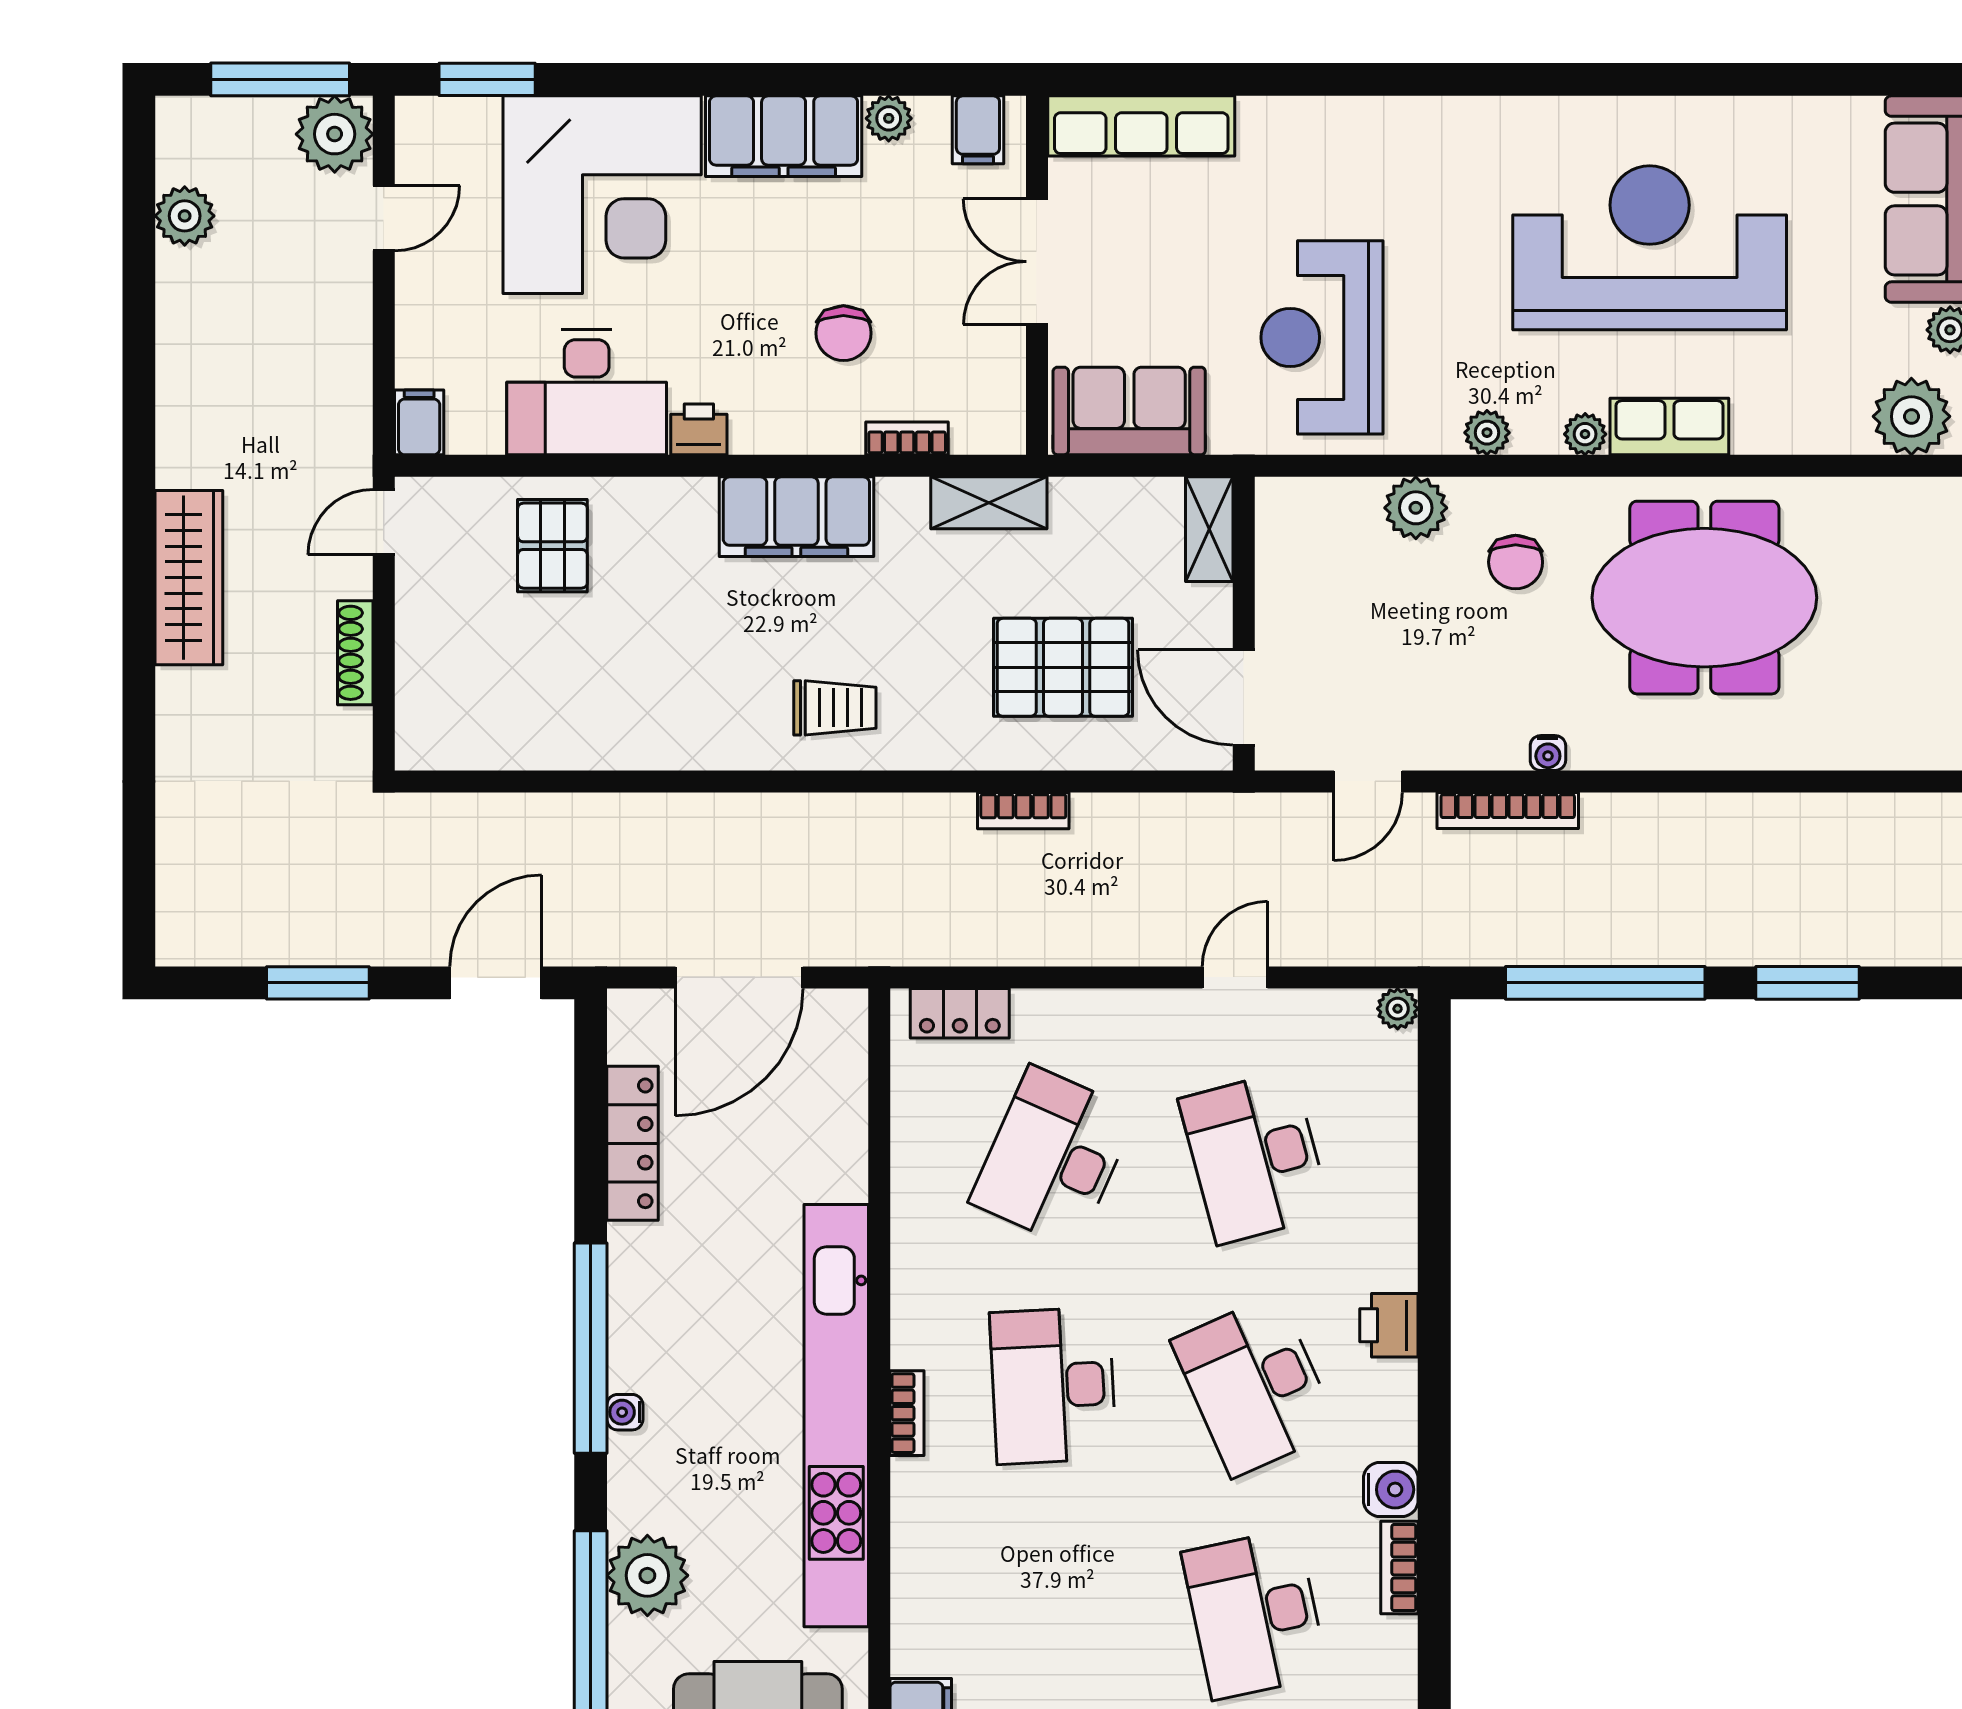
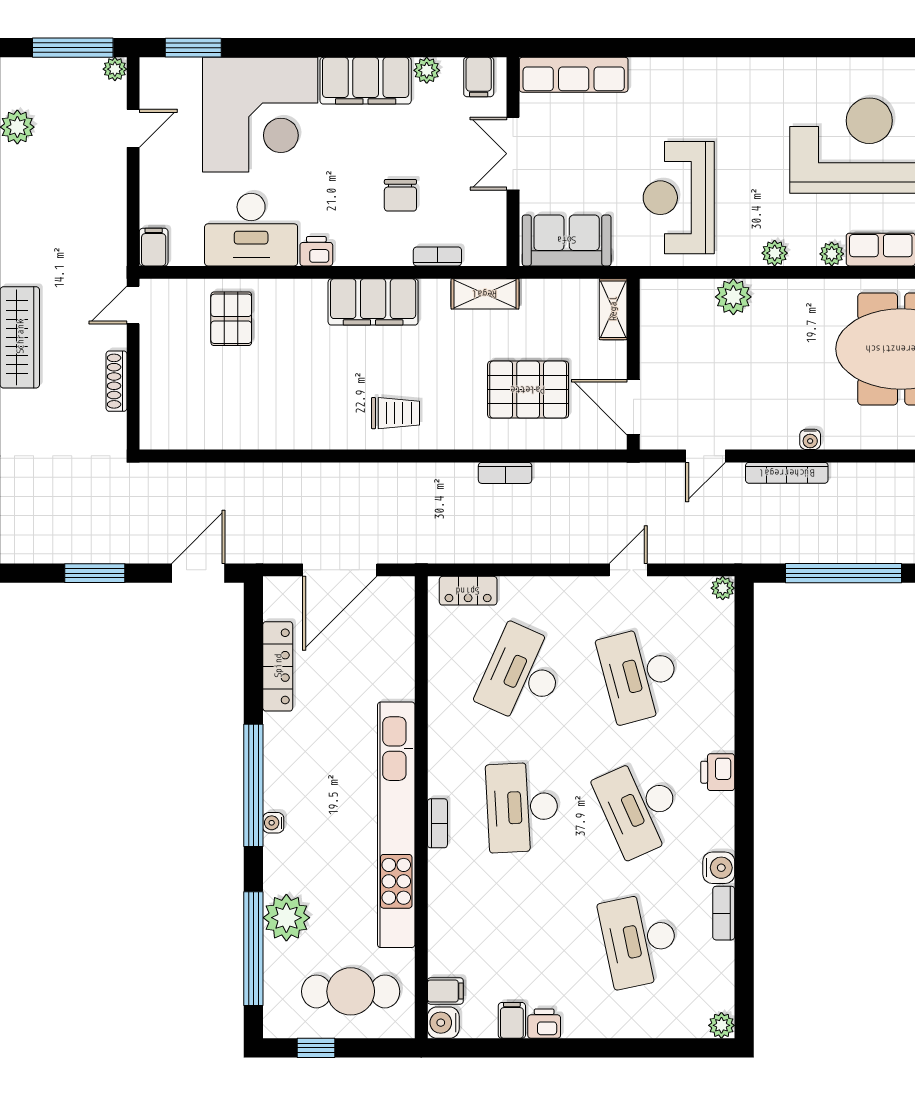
plant: (335, 134) -> (115, 69), width x0.53, depth x0.53
chair: (1516, 562) -> (791, 328), removed

